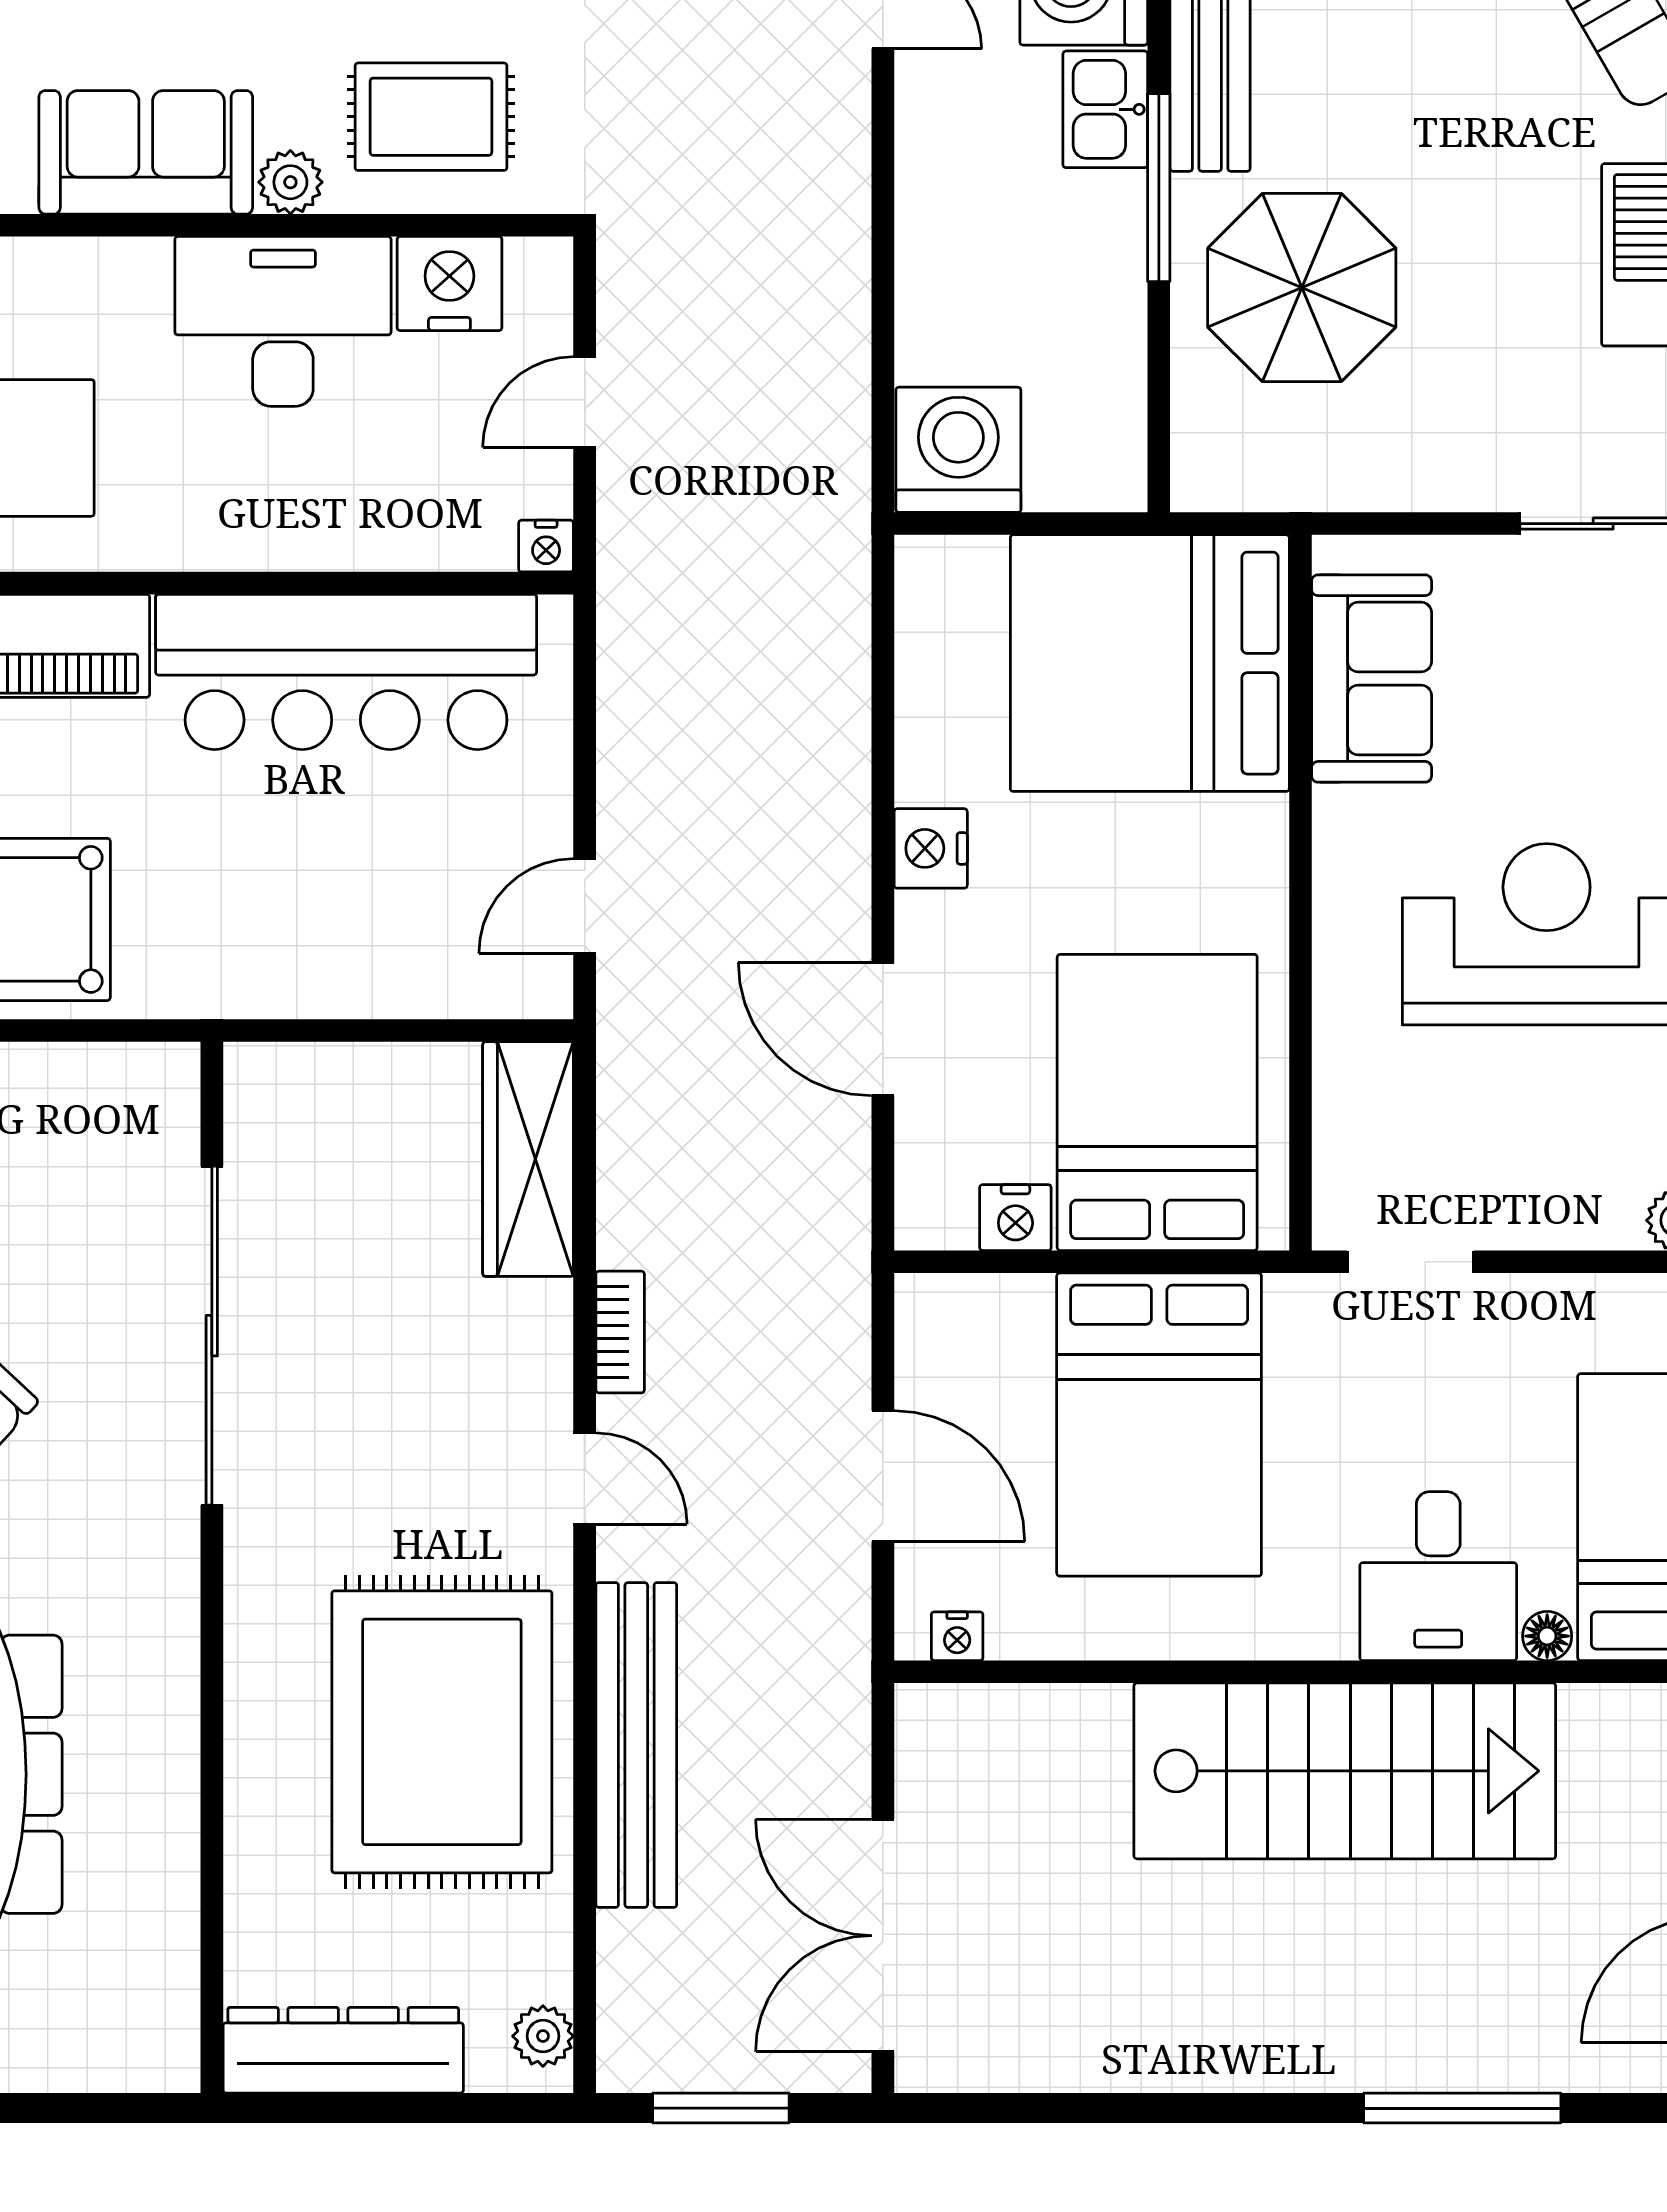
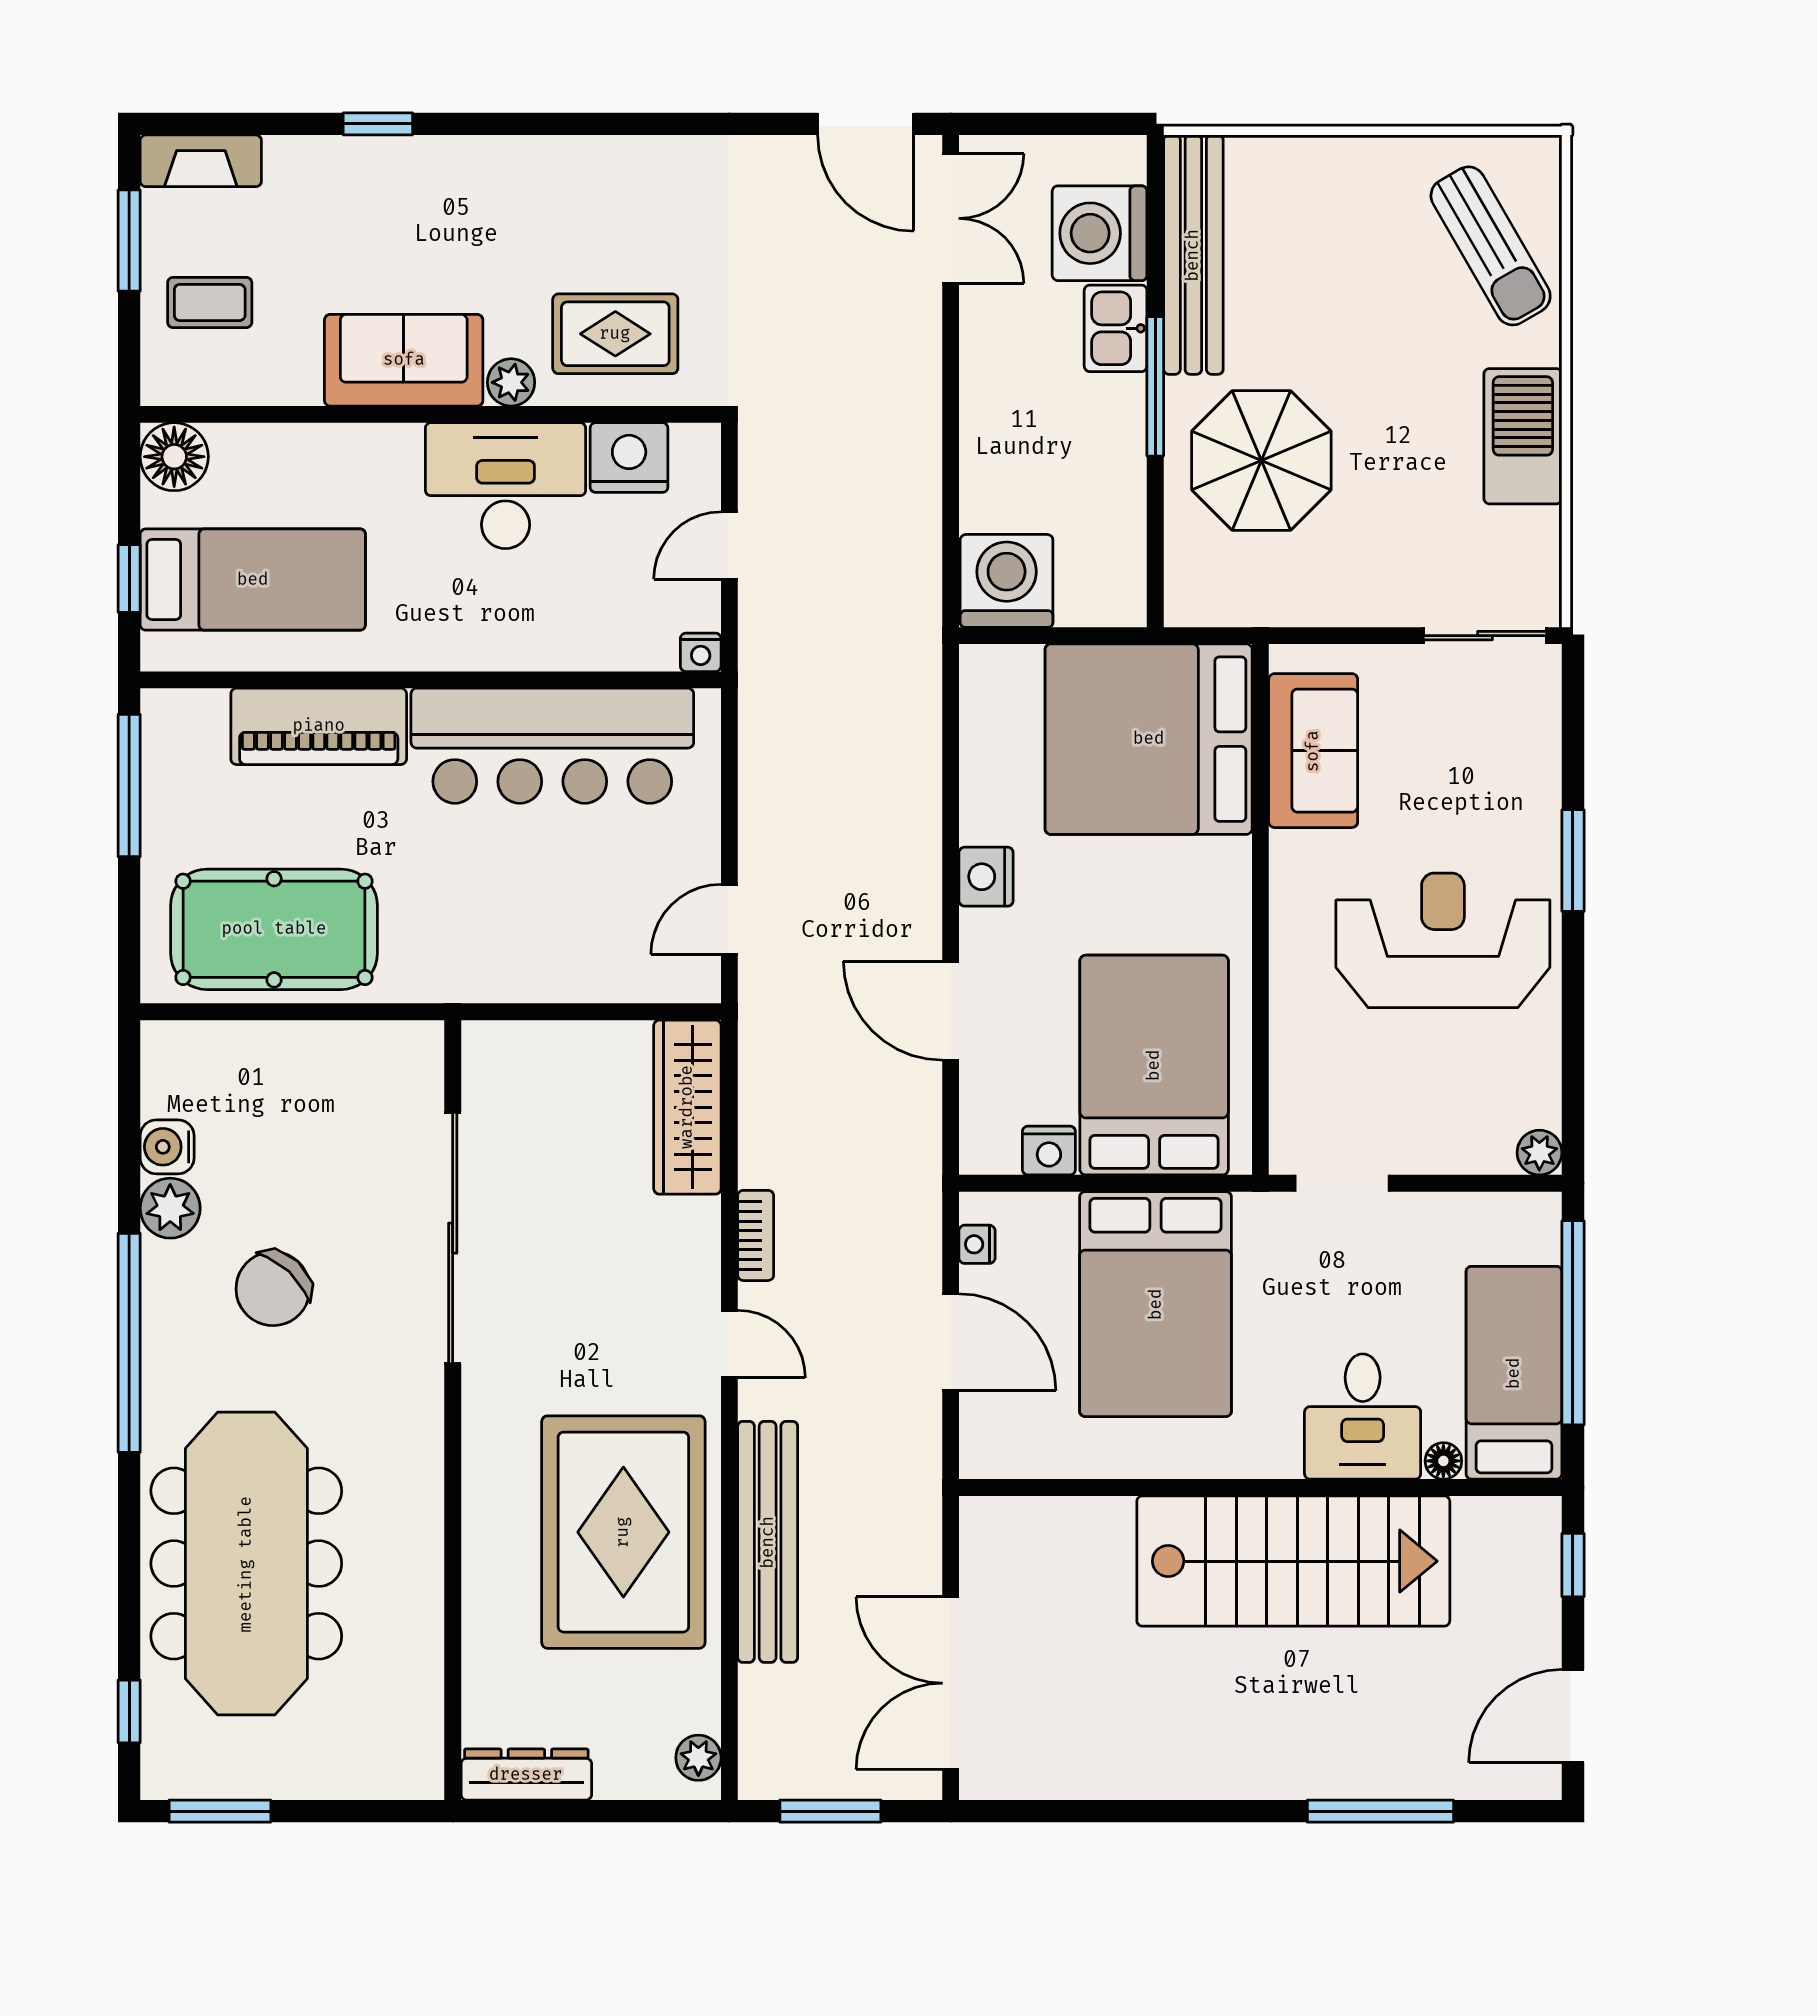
nightstand: (957, 1636) -> (977, 1244), moved, turned 90
dresser: (343, 2050) -> (526, 1775), width x0.73, depth x0.80

